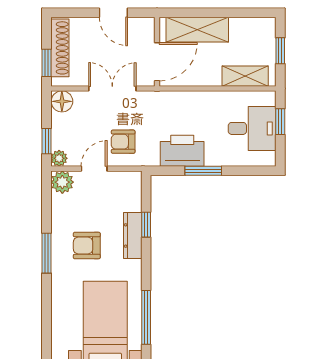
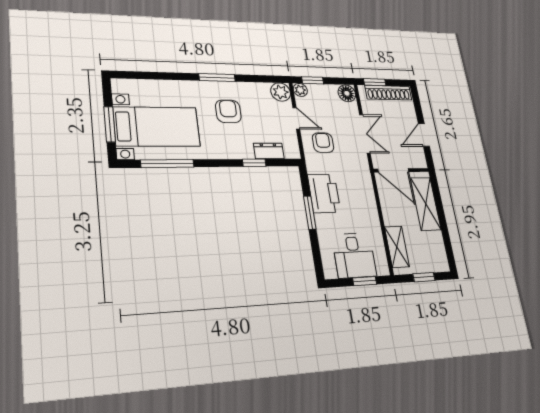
dresser: (133, 236) -> (269, 151), moved, width x0.70

